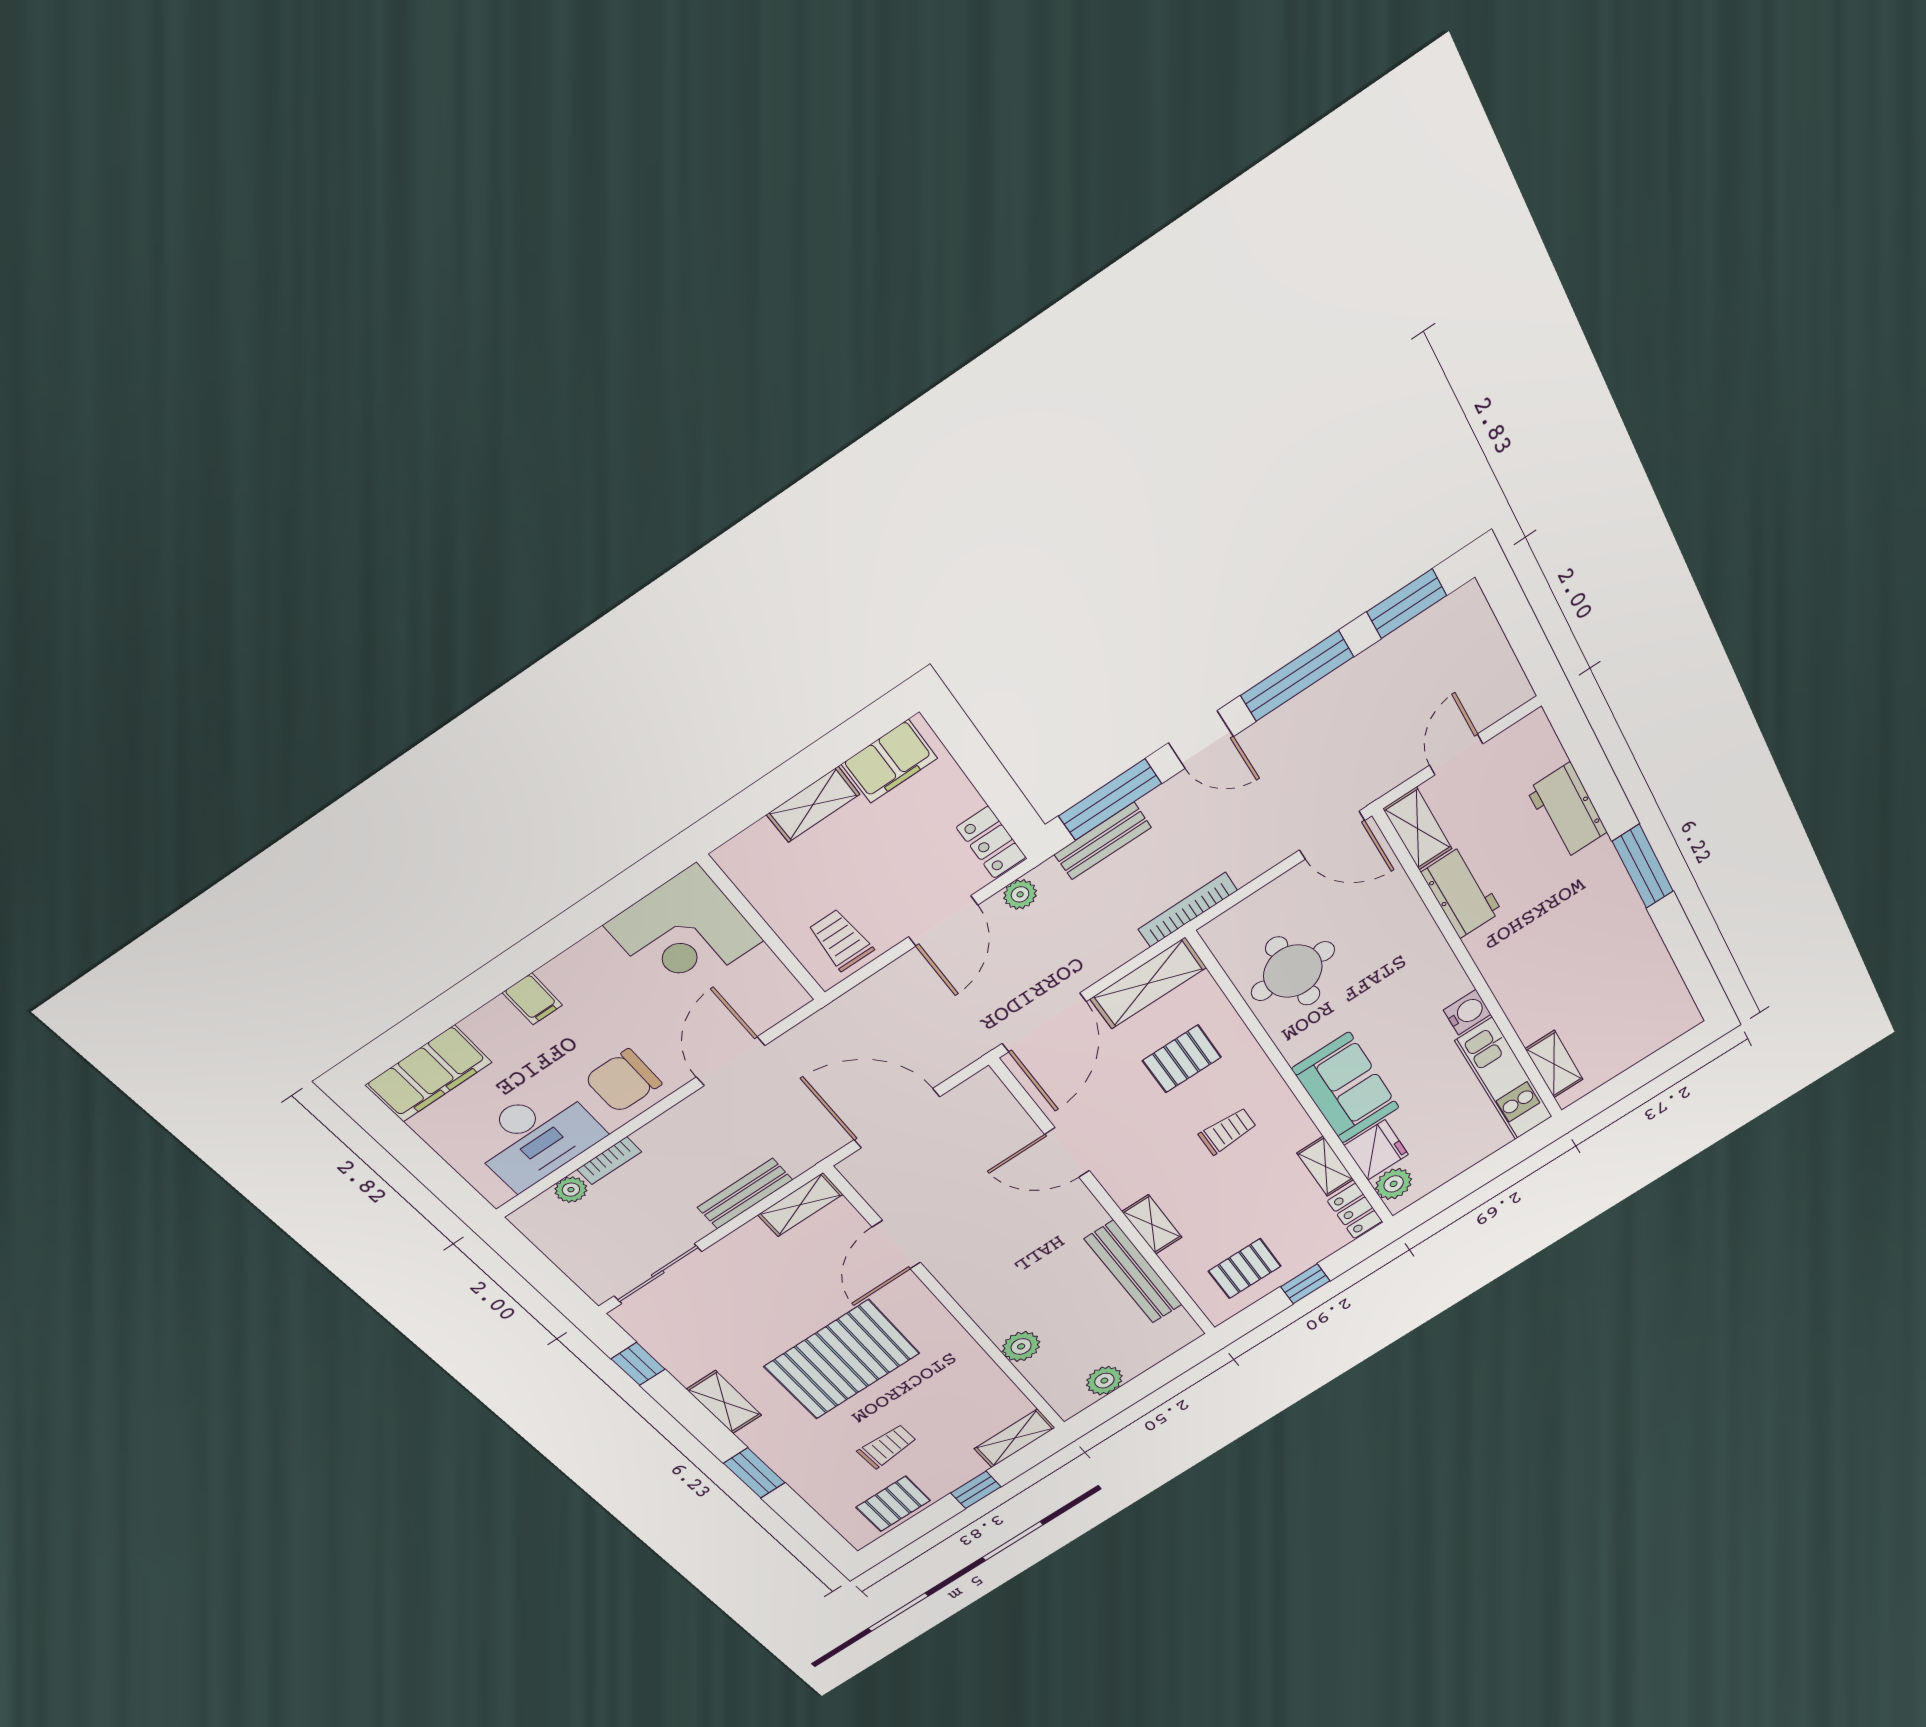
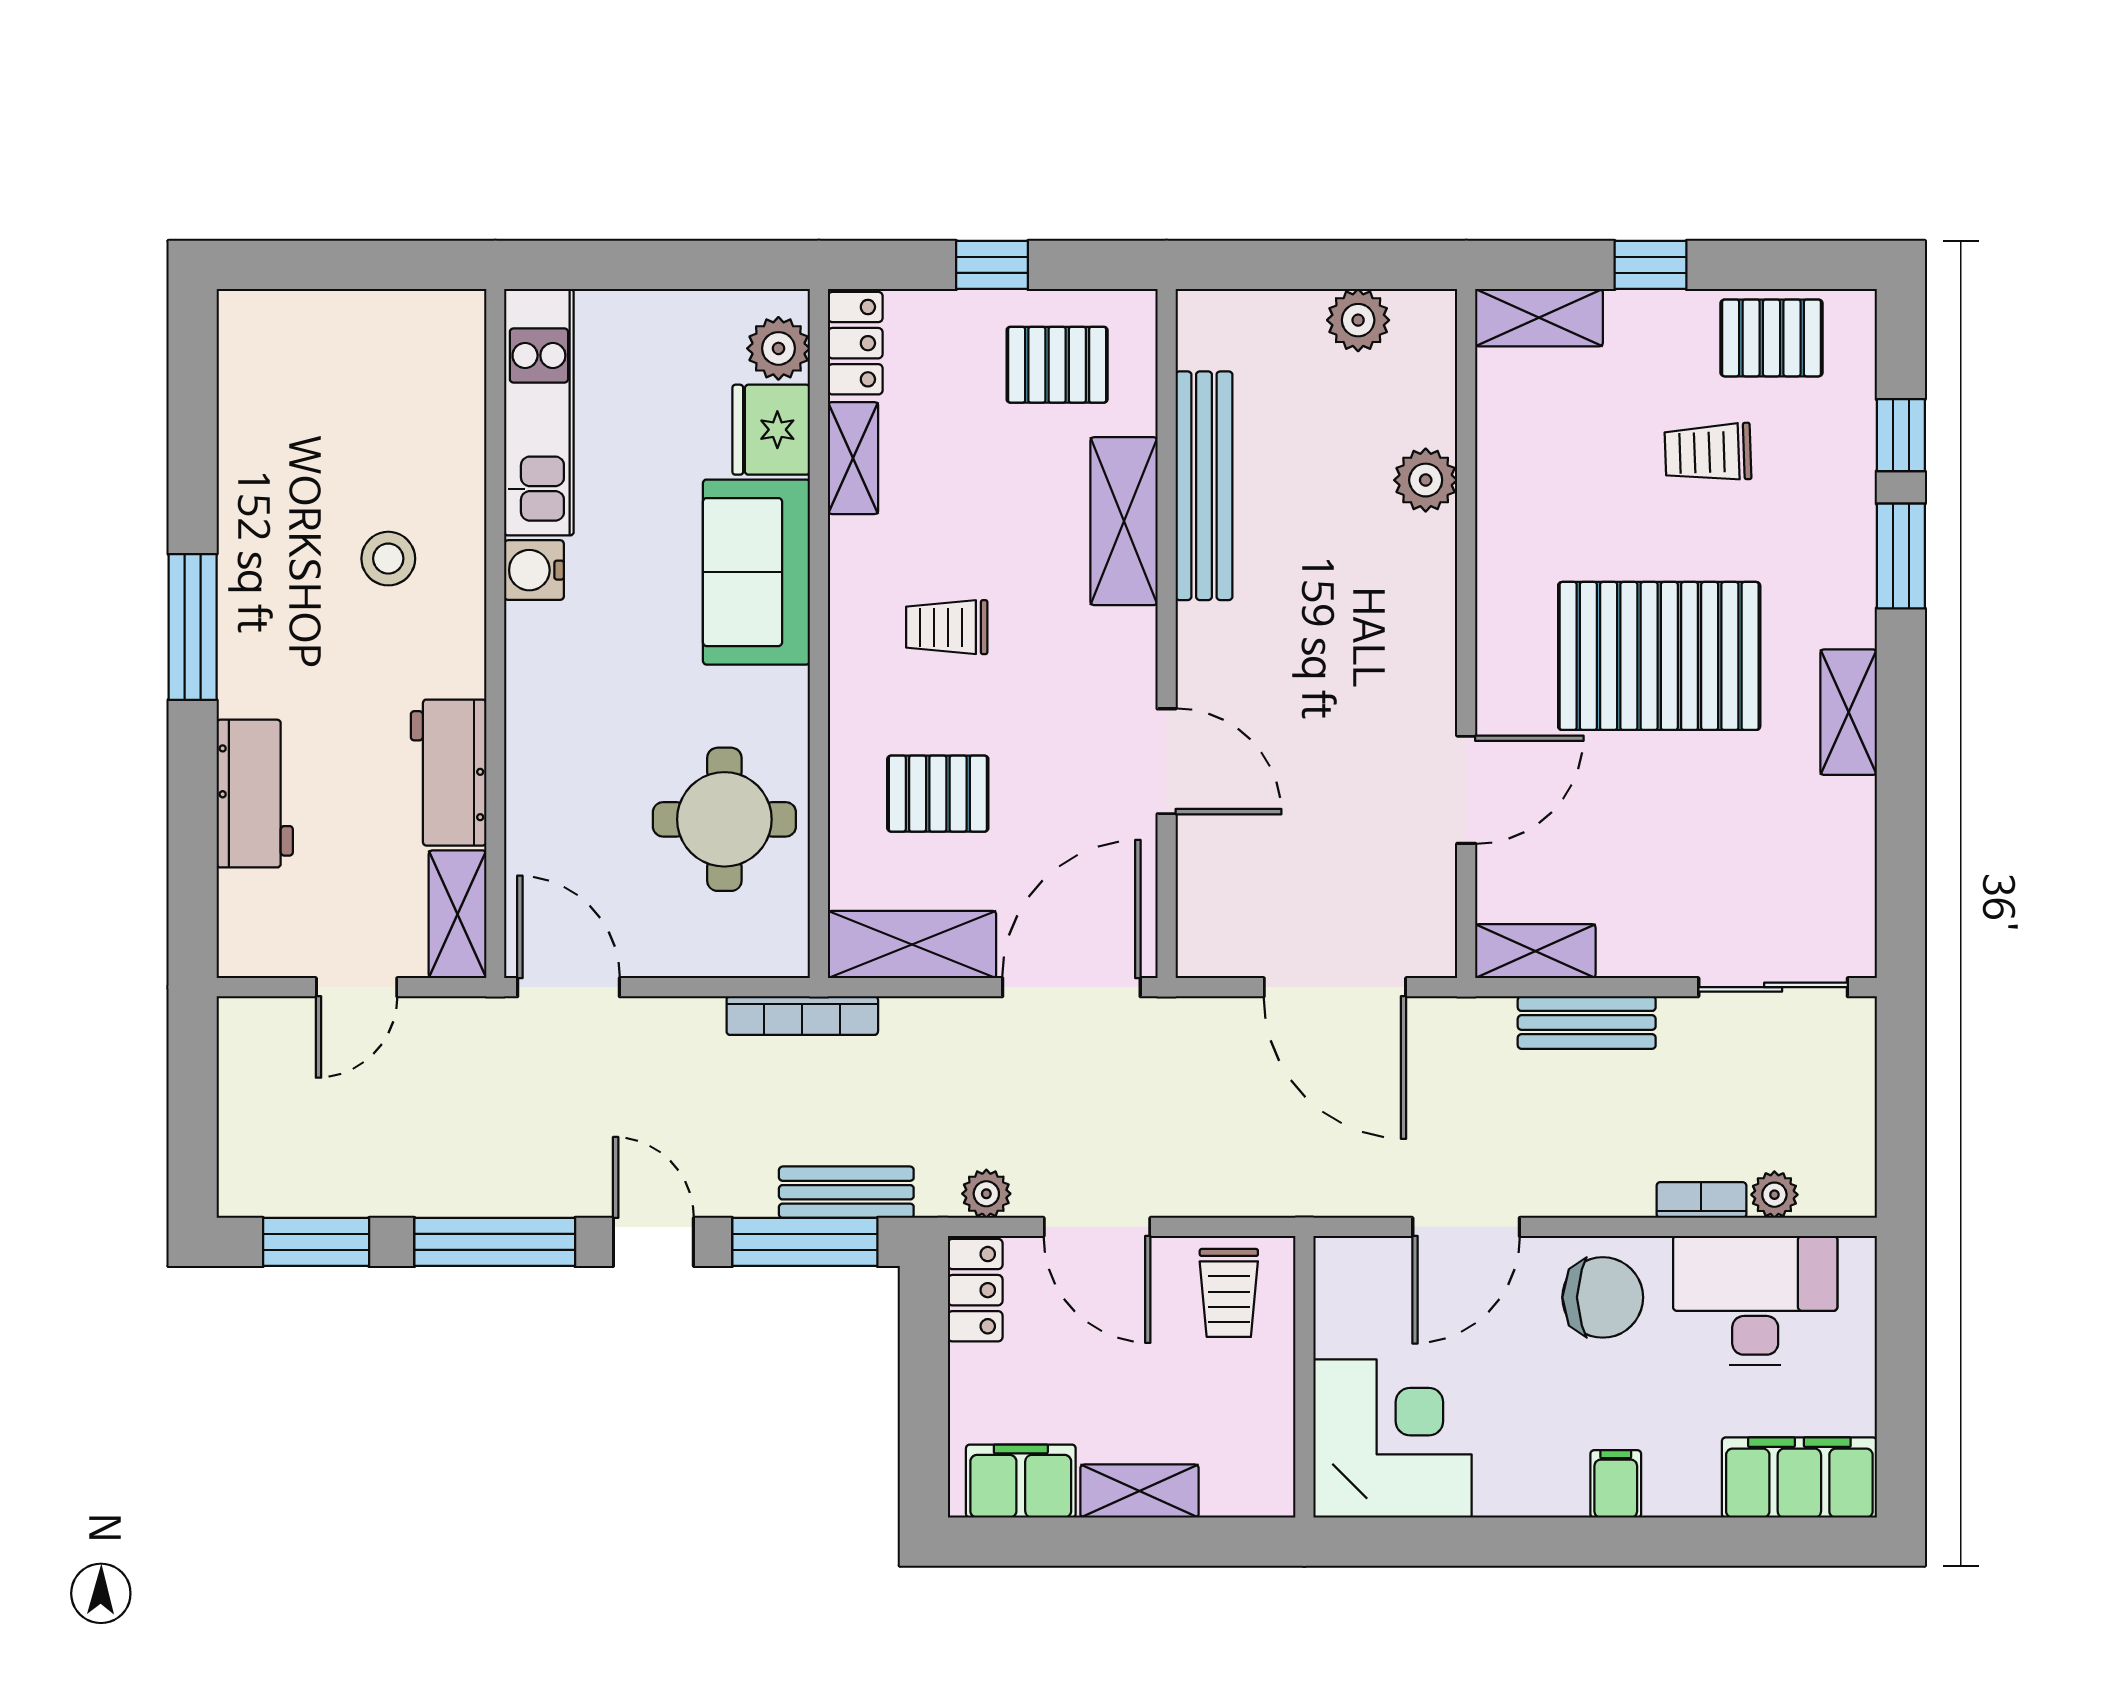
door: (943, 921) -> (1097, 1227), swing flipped
stool: (1550, 966) -> (388, 559), added
shelving: (1554, 1064) -> (459, 383), removed
shelving: (1152, 1225) -> (1124, 521), width x1.50, depth x1.33
window: (638, 1364) -> (1901, 435), moved

